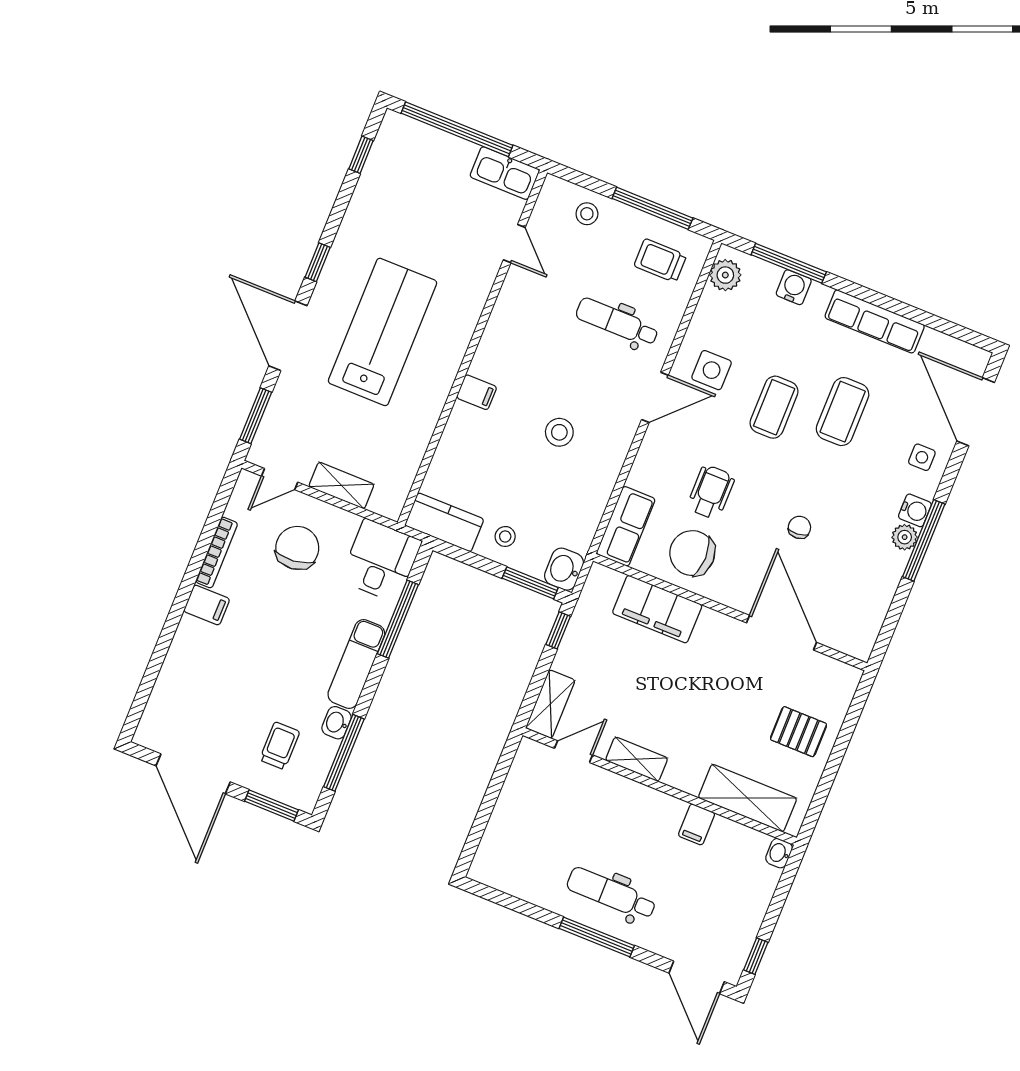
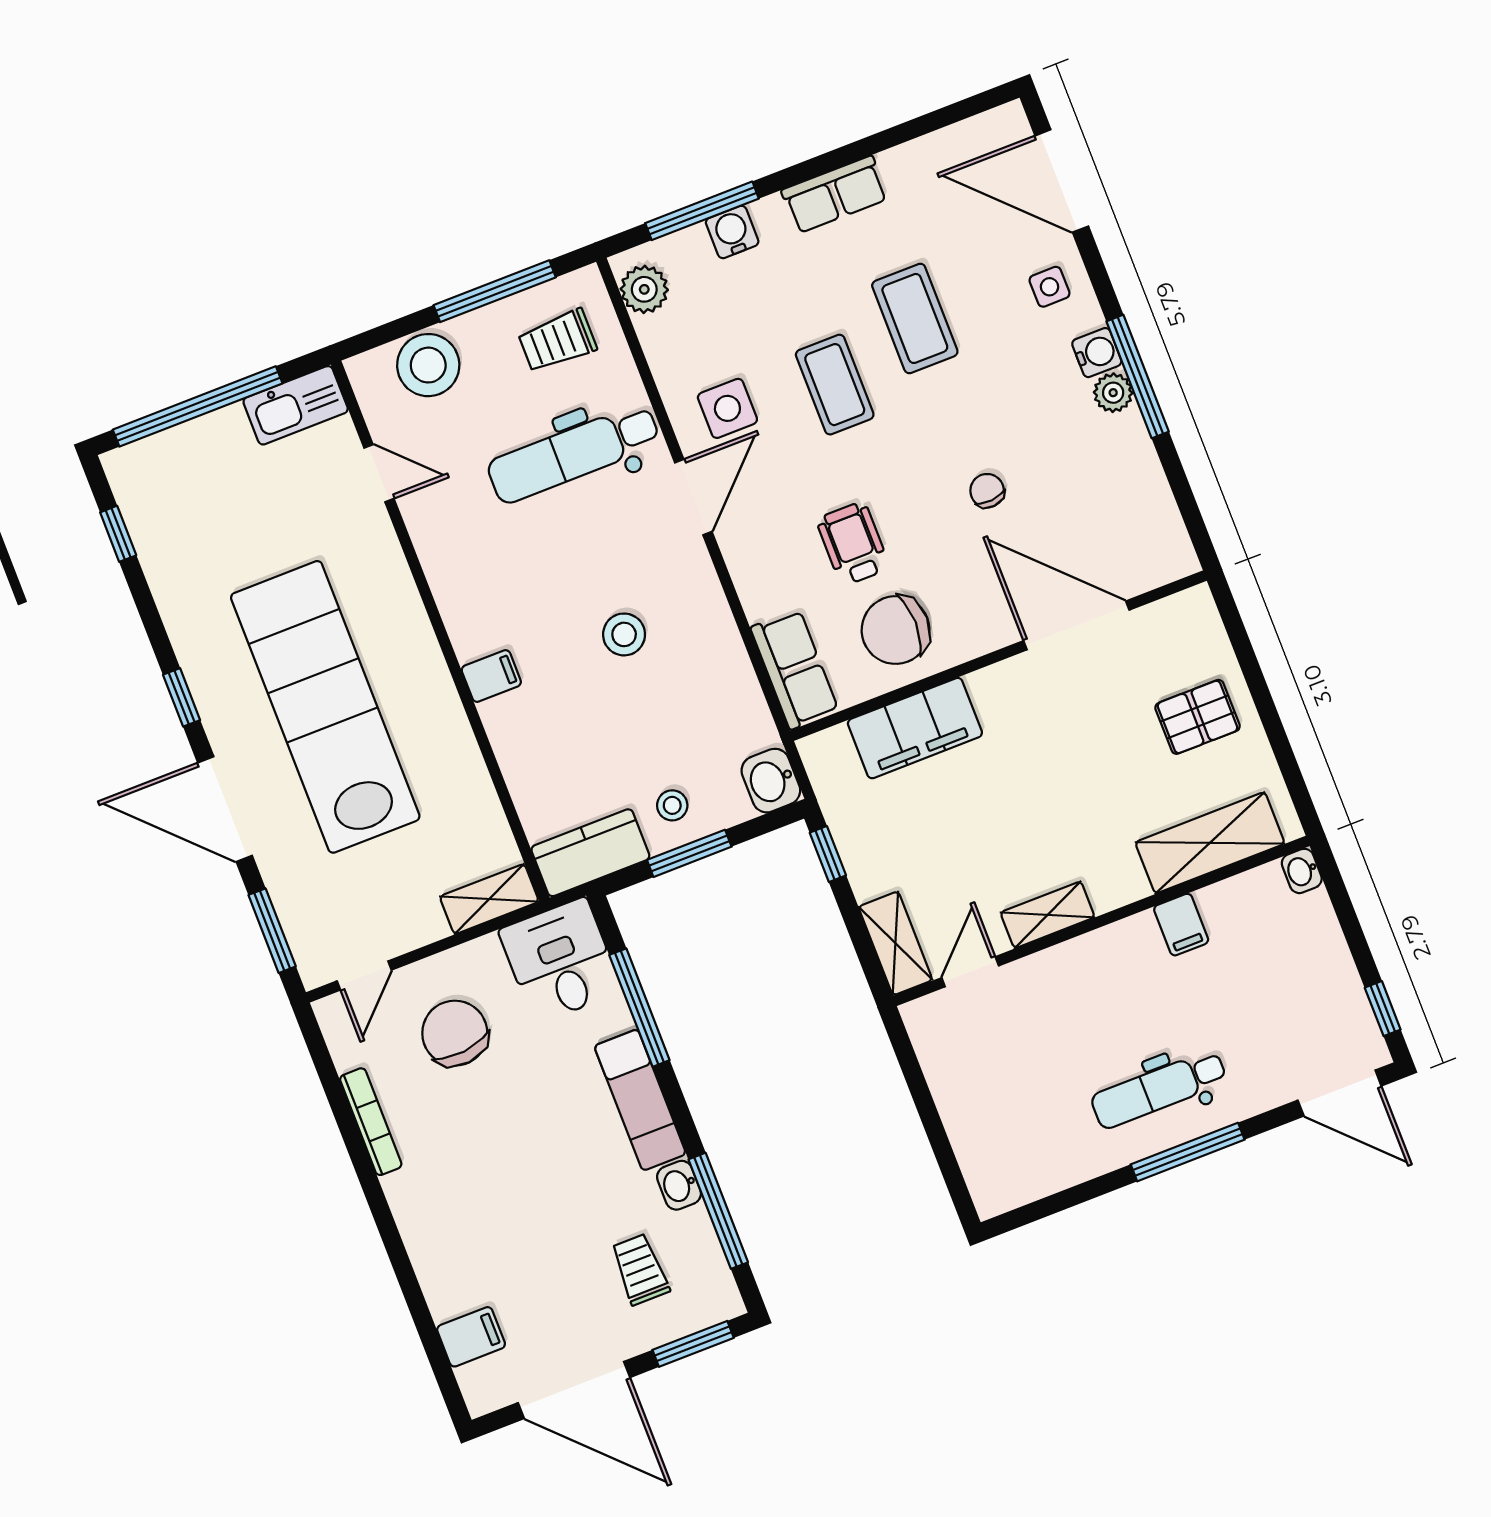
stool: (587, 214) -> (428, 365), width x1.89, depth x1.89
row of seats: (875, 321) -> (835, 194), width x0.68
dental chair: (617, 322) -> (574, 453), width x1.36, depth x1.38
lab bench: (382, 332) -> (325, 707), width x1.36
shelving: (341, 485) -> (489, 899), moved
window: (530, 583) -> (689, 853), moved
filing cabinet: (207, 605) -> (471, 1337), moved

